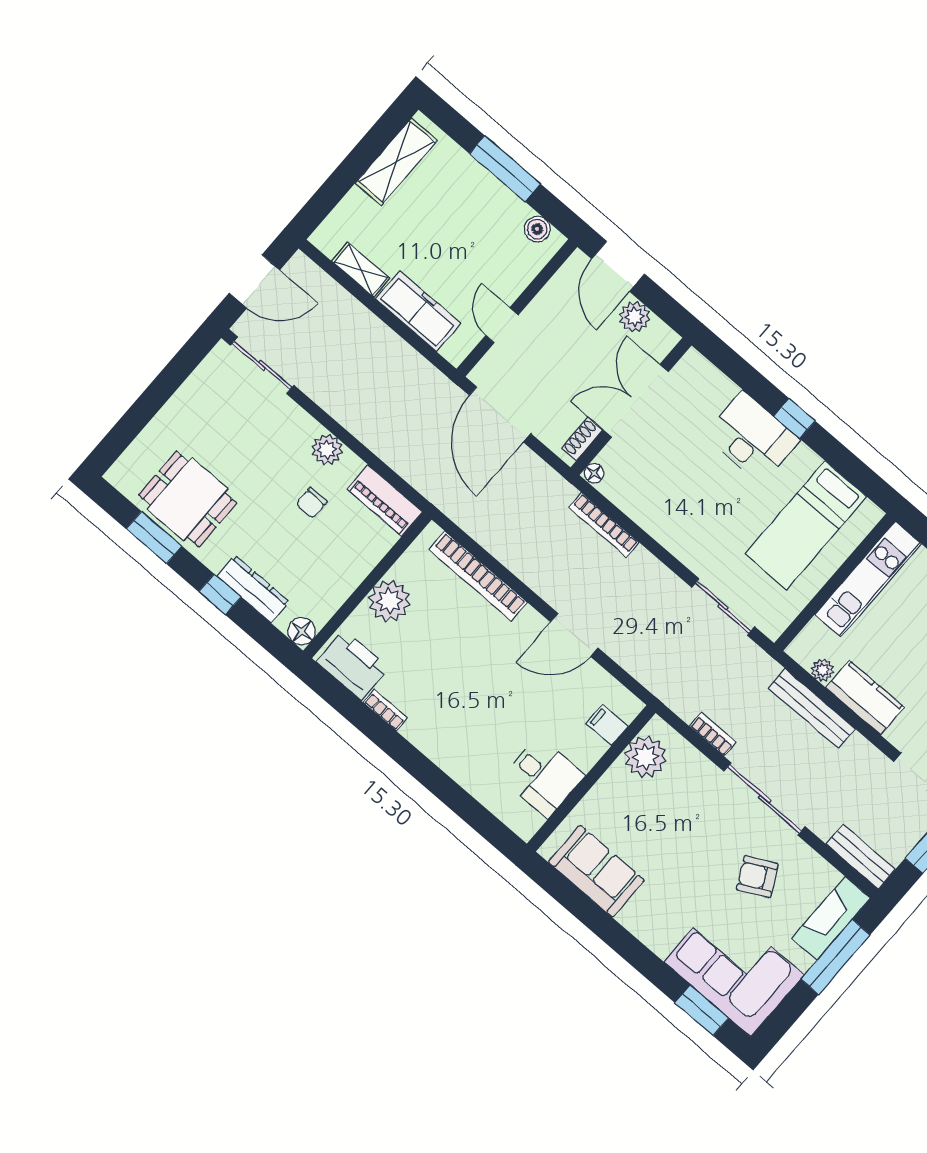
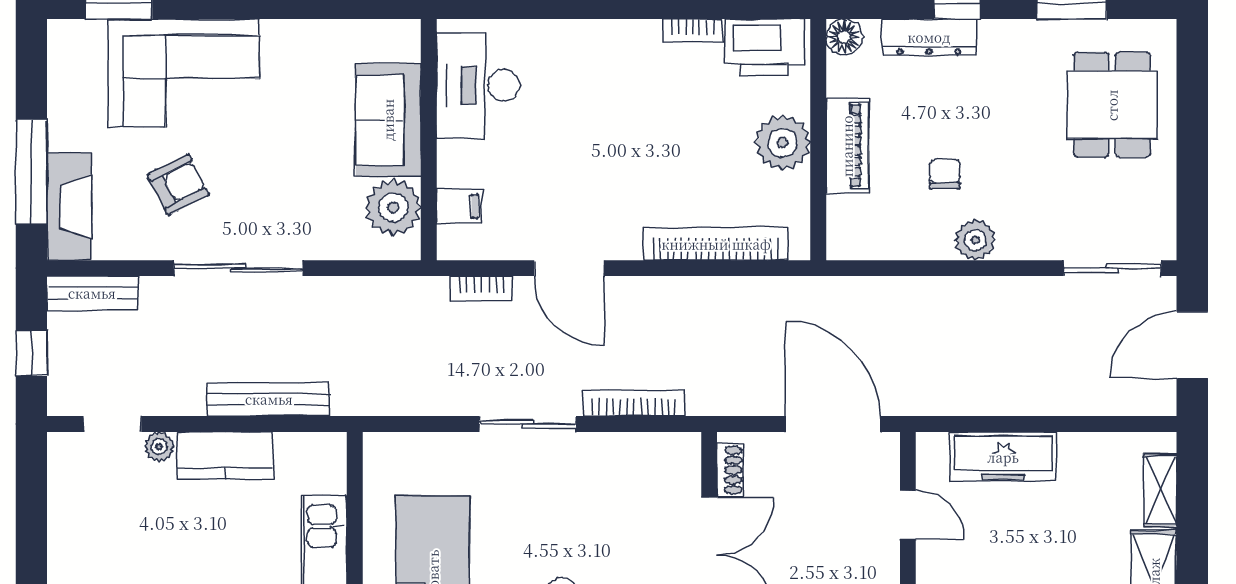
shelving: (361, 270) -> (1160, 490), moved, turned 90
floor lamp: (594, 473) -> (689, 446), removed
dining table: (188, 499) -> (1112, 105), moved, turned 90
piano: (385, 500) -> (847, 146), moved, turned 90
sliding door: (723, 607) -> (528, 424), moved
door: (574, 635) -> (569, 268), swing flipped
plant: (823, 670) -> (159, 447), moved
bookcase: (713, 734) -> (481, 288), moved
desk: (543, 777) -> (478, 85), width x1.37
sofa: (596, 871) -> (388, 120), moved, turned 90
corner sofa: (734, 968) -> (184, 73), moved

